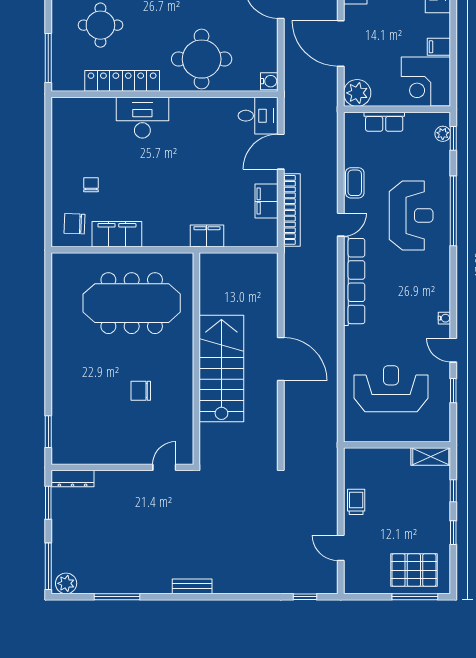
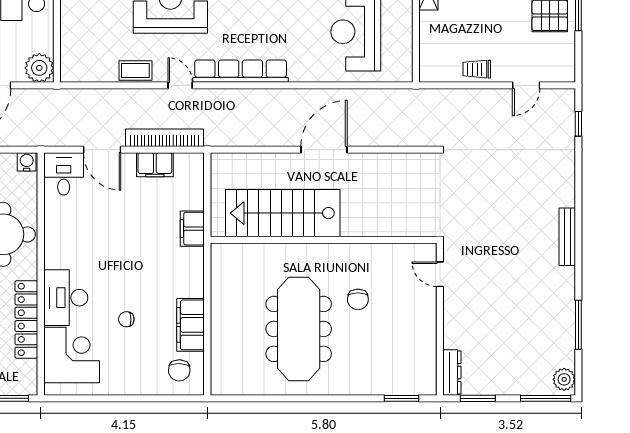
row of seats: (384, 122) -> (70, 39), removed
corner desk: (89, 123) -> (72, 355), added
chair: (91, 185) -> (126, 319), moved
meeting table: (132, 303) -> (299, 329), moved
stairs: (221, 368) -> (283, 213), moved
bench: (192, 586) -> (567, 237), width x1.36

